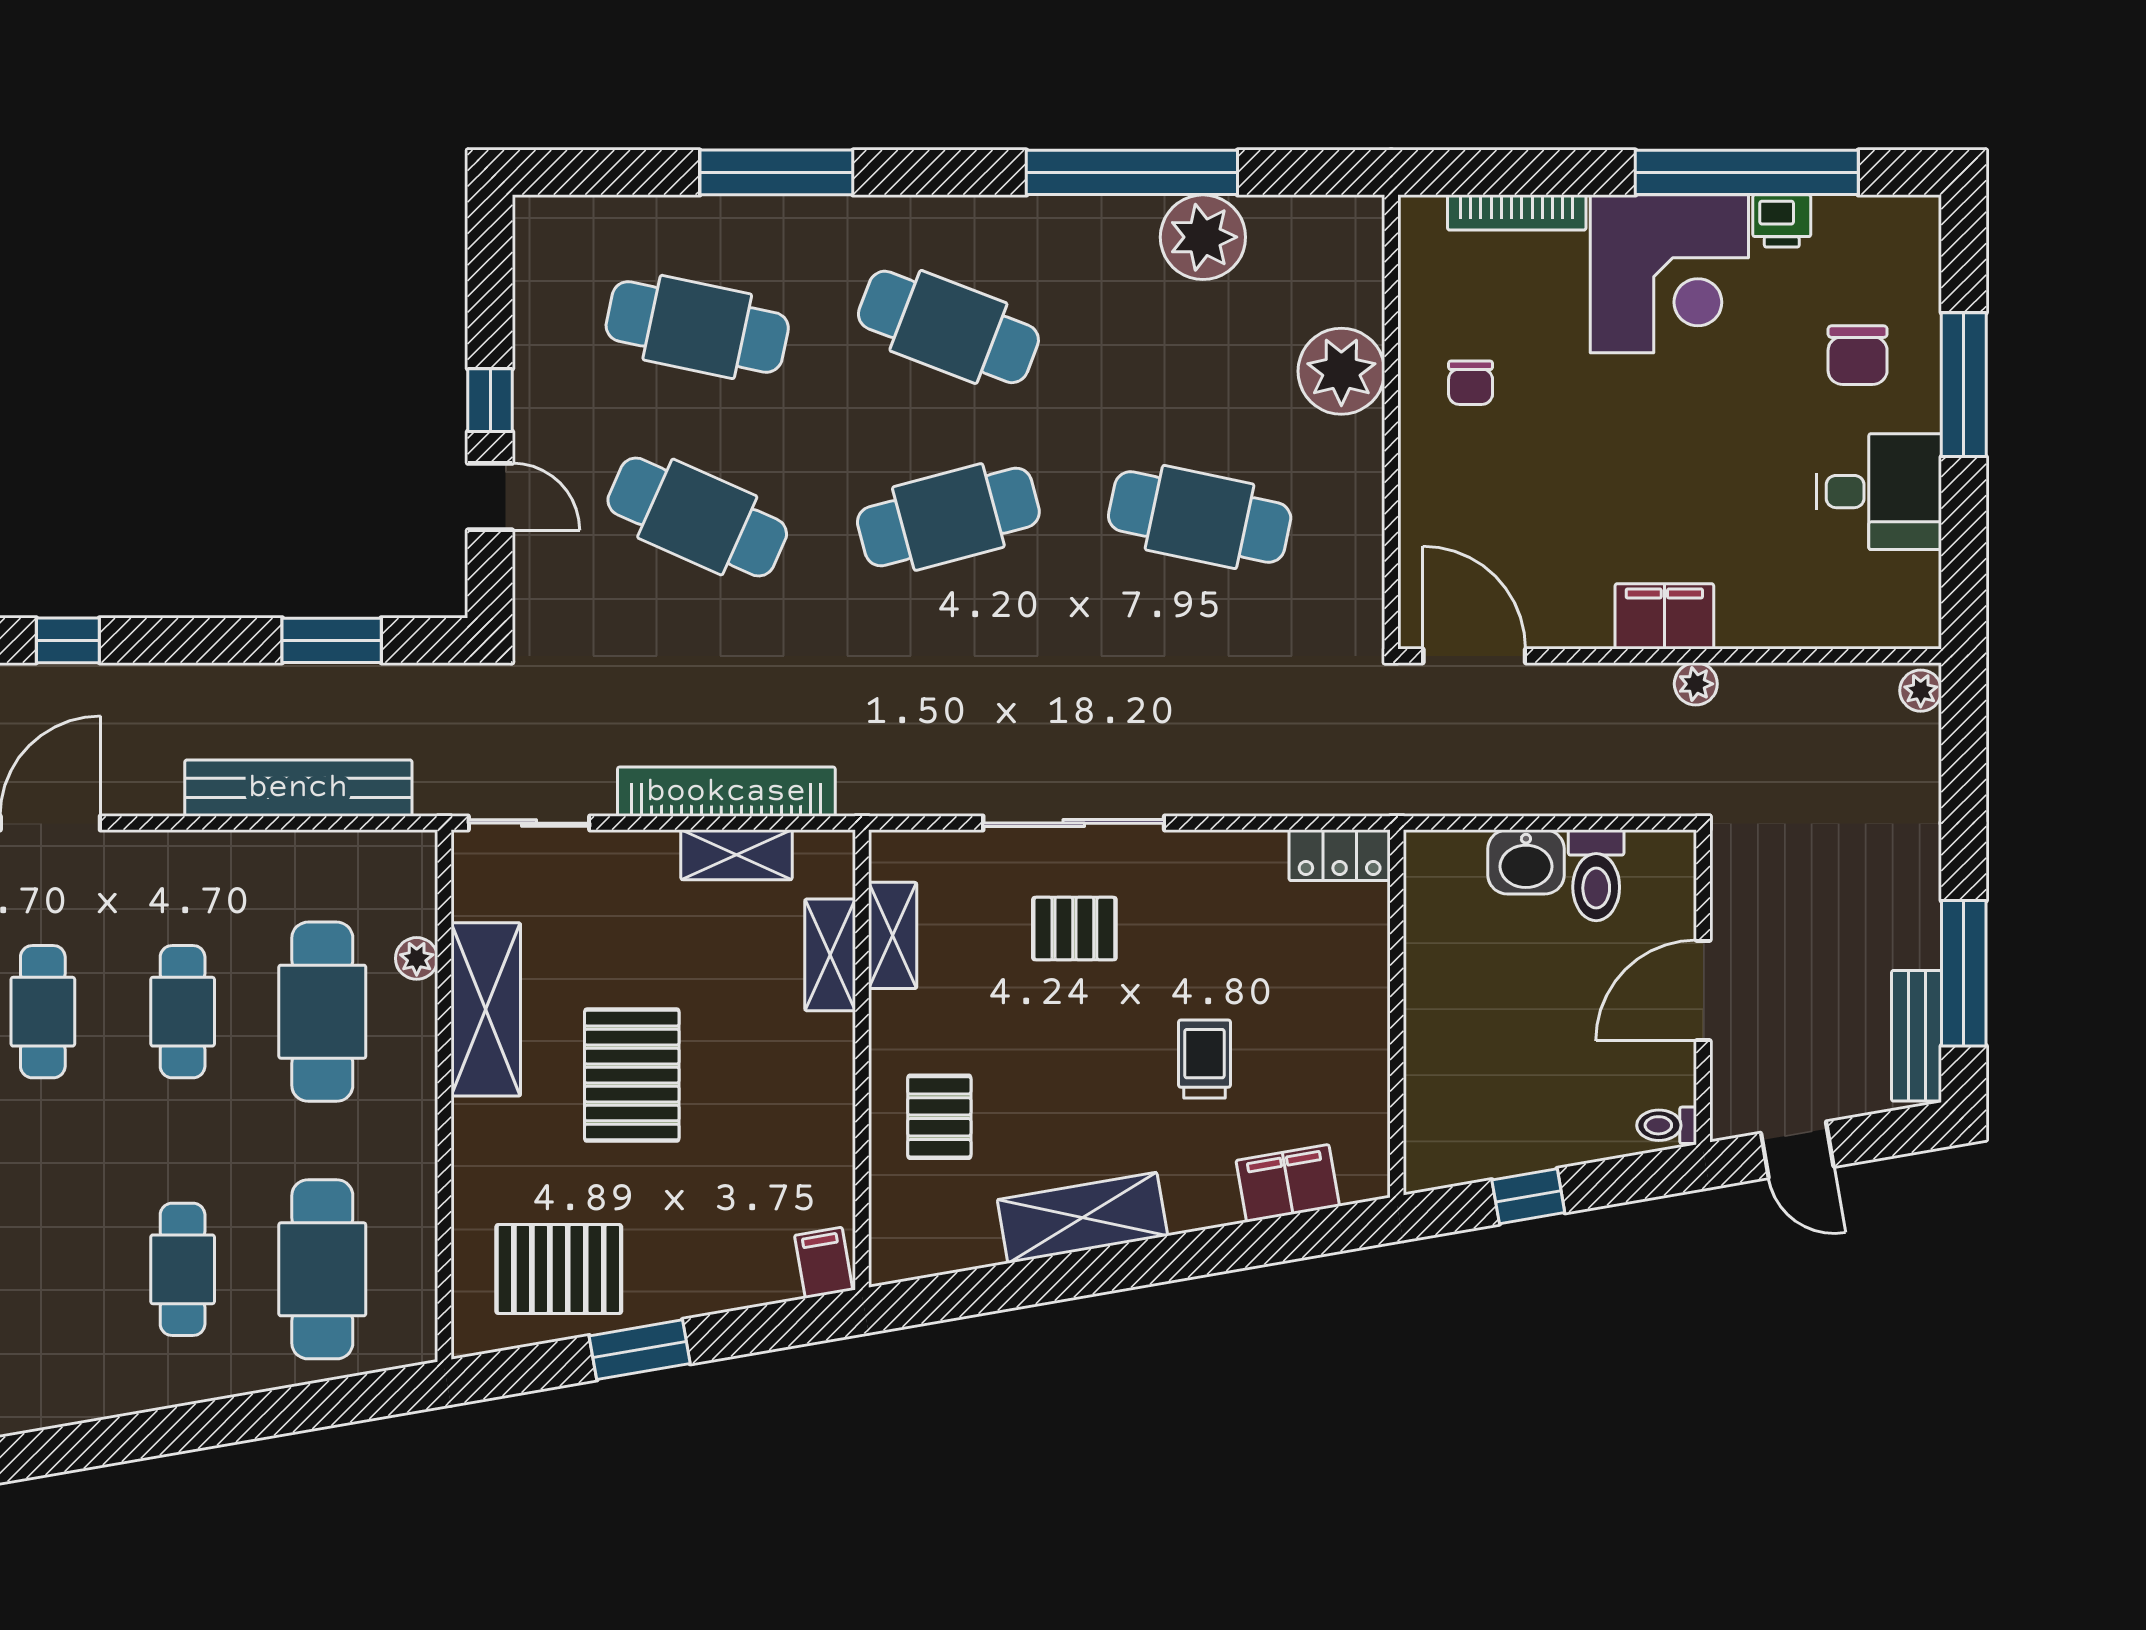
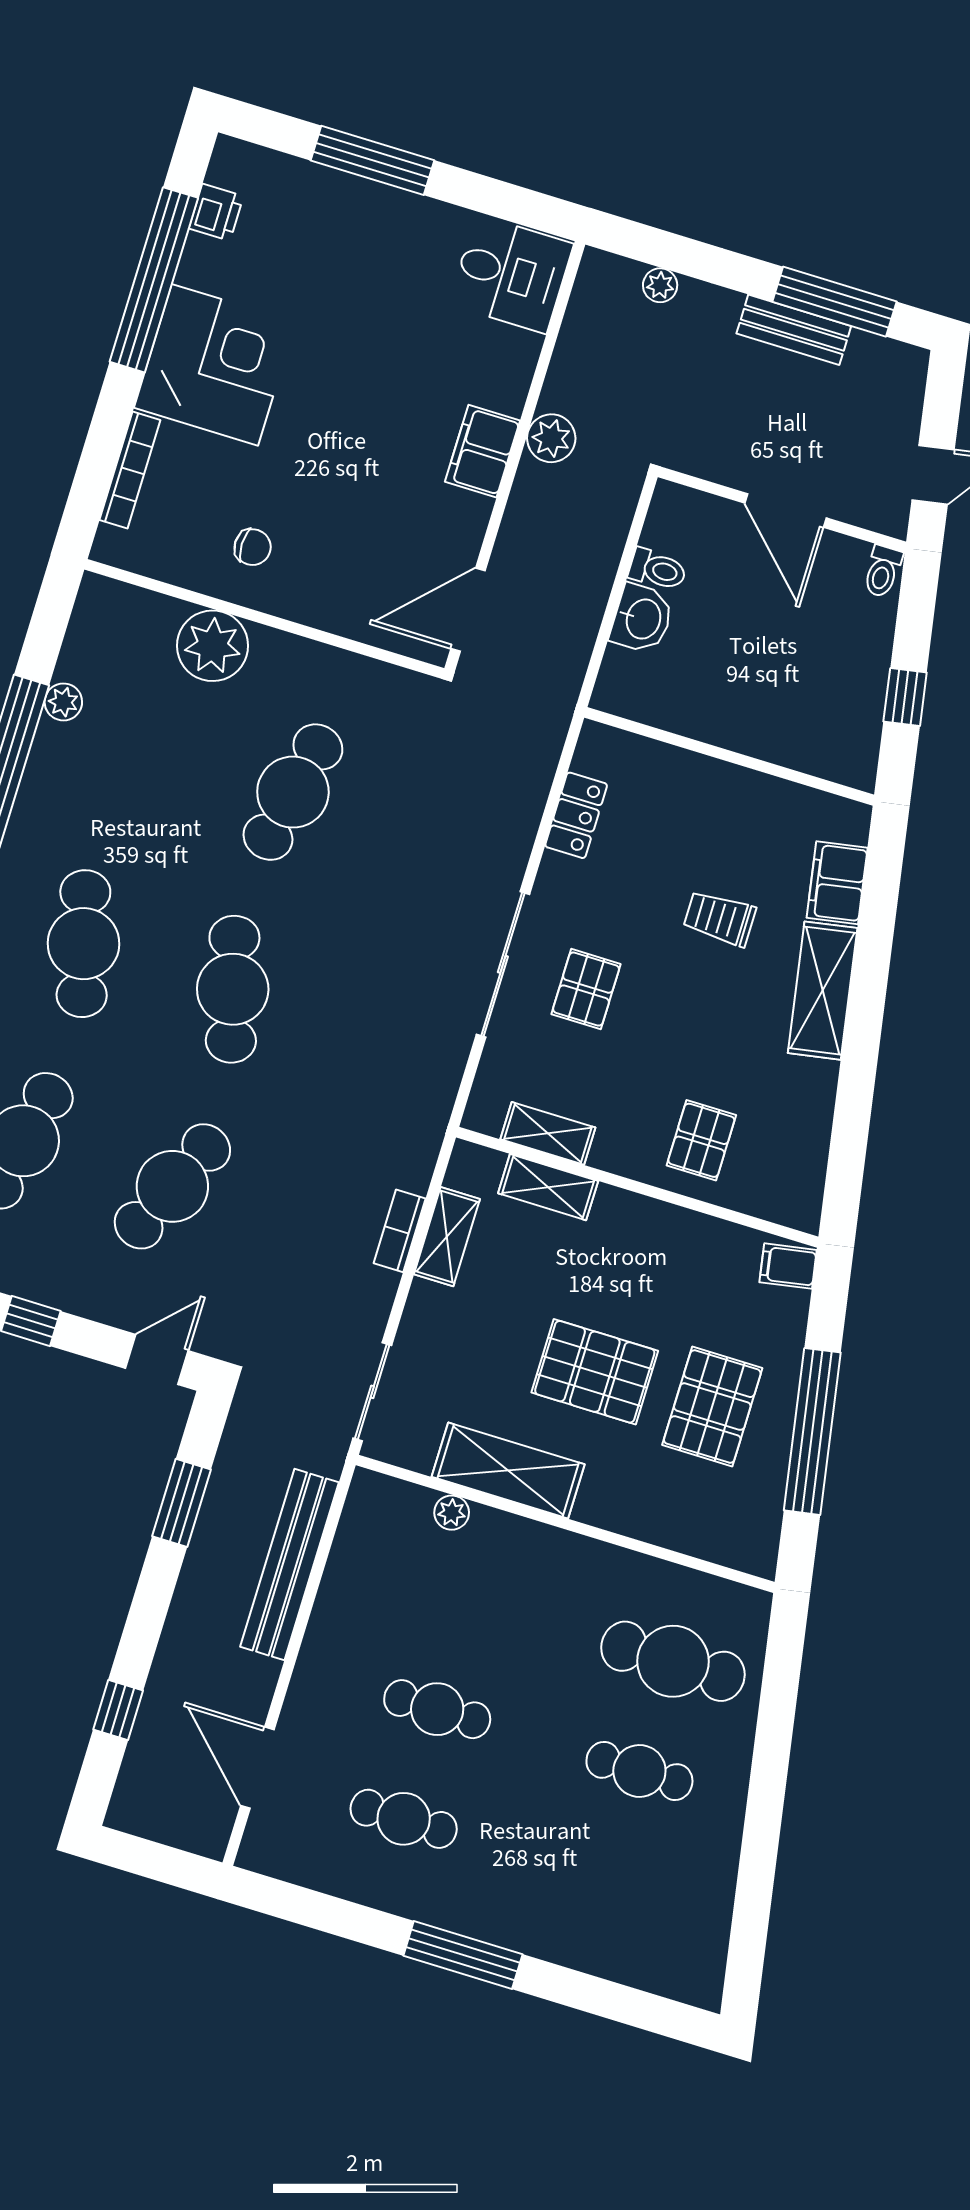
printer: (1782, 221) -> (216, 212), moved
plant: (1203, 237) -> (63, 702), width x0.53, depth x0.53
cafe table: (948, 327) -> (83, 944), turned -36
chair: (1858, 355) -> (324, 237), removed
desk: (1879, 492) -> (511, 274), moved, turned 90
door: (490, 497) -> (157, 1360), moved
plant: (1696, 684) -> (551, 438), width x1.38, depth x1.38
plant: (1921, 691) -> (660, 285), moved
bookcase: (726, 792) -> (400, 1231), width x0.43, depth x0.76
locker: (1340, 855) -> (576, 815), moved
toilet: (1596, 875) -> (658, 570), width x0.73, depth x0.72
cafe table: (322, 1012) -> (471, 1599), removed
bench: (1917, 1036) -> (794, 330), moved
pallet: (939, 1117) -> (701, 1140), turned 90
shelving: (1082, 1218) -> (823, 991), moved
pallet: (559, 1269) -> (712, 1407), moved
window: (640, 1350) -> (812, 1431), width x2.11

